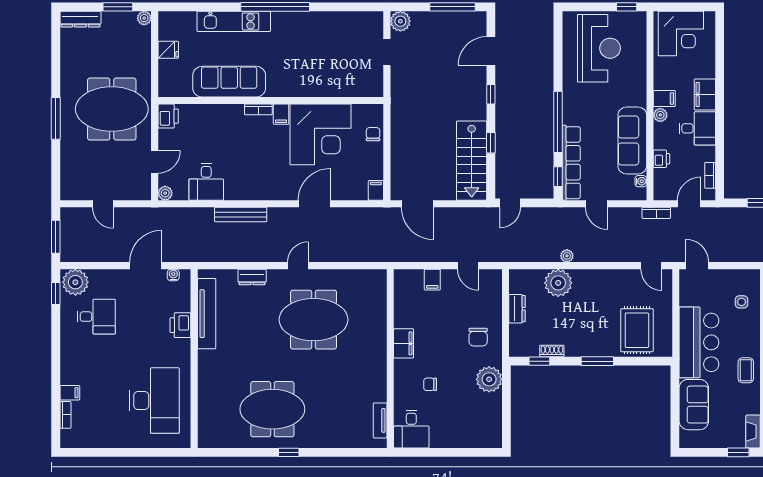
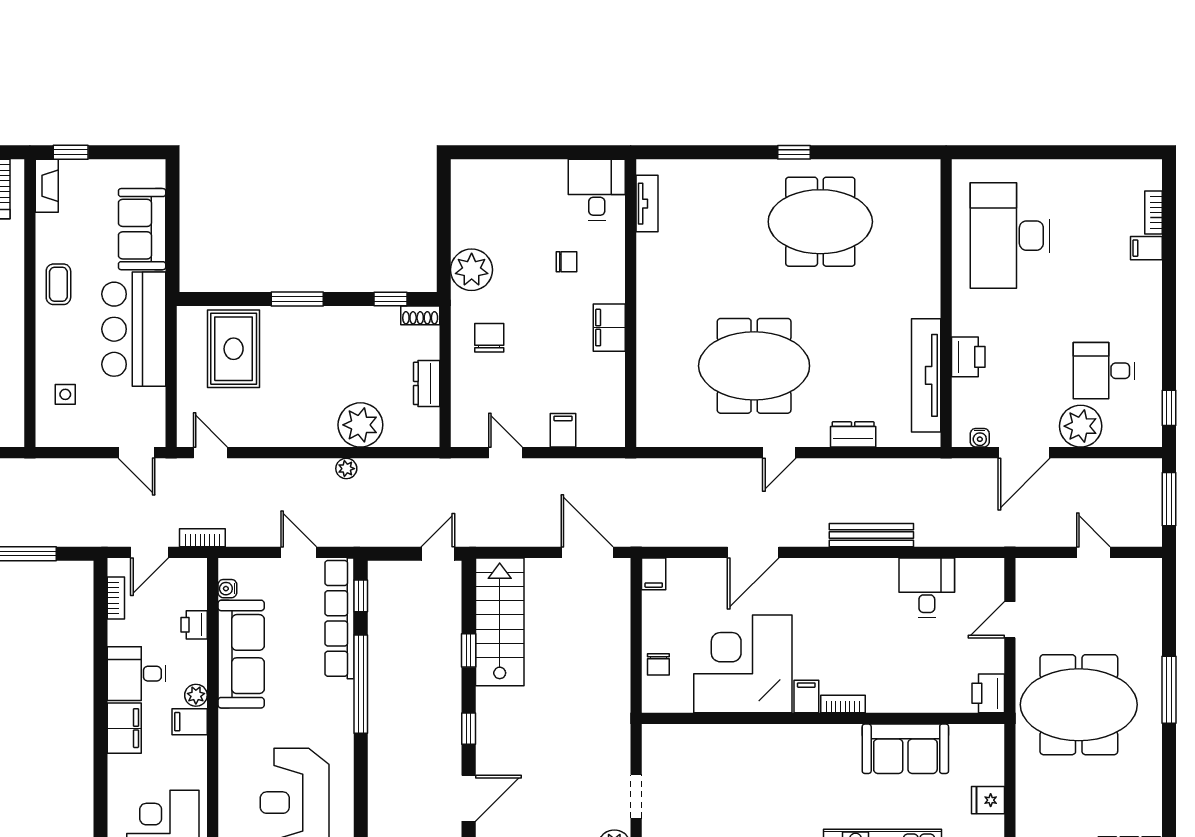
sofa: (229, 82) -> (905, 749), width x0.73
plant: (165, 193) -> (993, 569), removed
plant: (75, 282) -> (1081, 426), moved
shoe rack: (552, 351) -> (420, 315), moved

